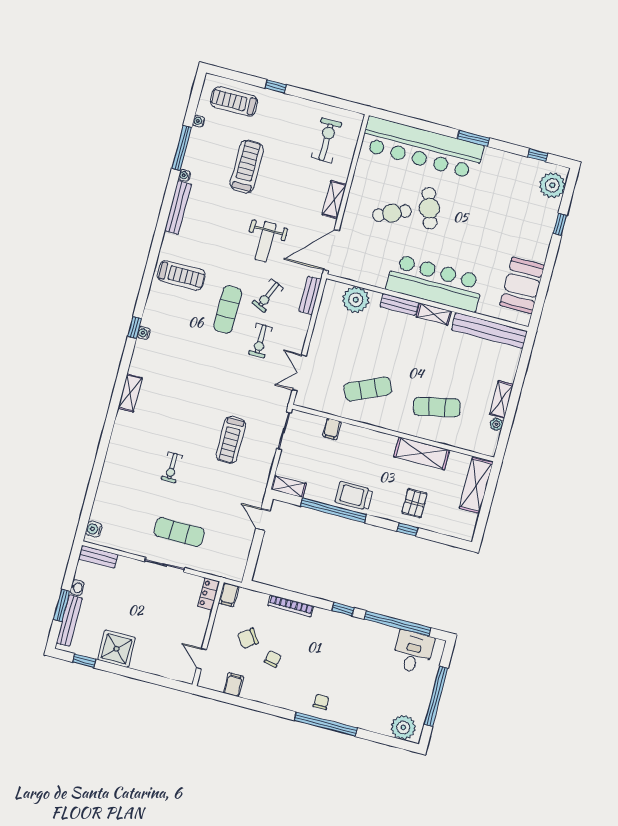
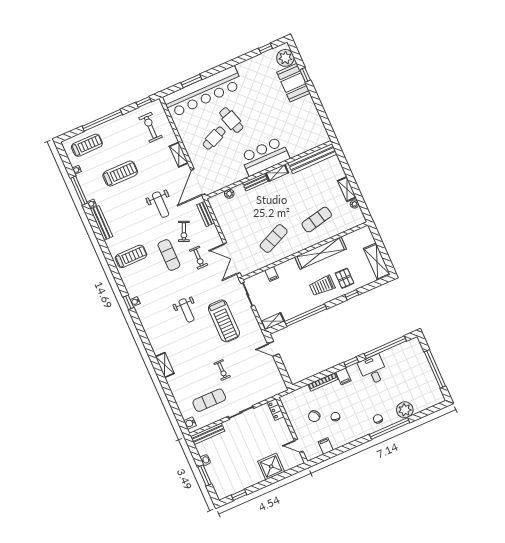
window: (276, 86) -> (102, 120), width x3.17
treadmill: (234, 101) -> (87, 145), turned 180
window: (342, 104) -> (144, 102), added
window: (473, 138) -> (191, 81), moved
treadmill: (247, 167) -> (120, 173), turned 90
bar counter: (435, 283) -> (265, 156), width x0.73
booth: (522, 285) -> (293, 83), moved
plant: (356, 300) -> (229, 194), width x0.53, depth x0.53
double door: (299, 373) -> (232, 258), width x1.37
weight bench: (196, 392) -> (186, 310), added
shelving: (130, 393) -> (165, 365), moved
treadmill: (231, 440) -> (224, 321), width x1.37, depth x1.38
shelving: (422, 453) -> (321, 253), width x1.47
exercise bike: (172, 467) -> (222, 370), moved
shelving: (476, 485) -> (377, 262), moved
trolley: (354, 496) -> (322, 286), moved
exercise mat: (179, 532) -> (209, 400), moved
bench: (98, 557) -> (208, 434), width x1.36
filing cabinet: (229, 595) -> (343, 376), moved
bench: (69, 621) -> (215, 480), removed
shower: (117, 649) -> (271, 466), moved
desk: (413, 652) -> (373, 370), moved
plant: (403, 727) -> (405, 410), moved

